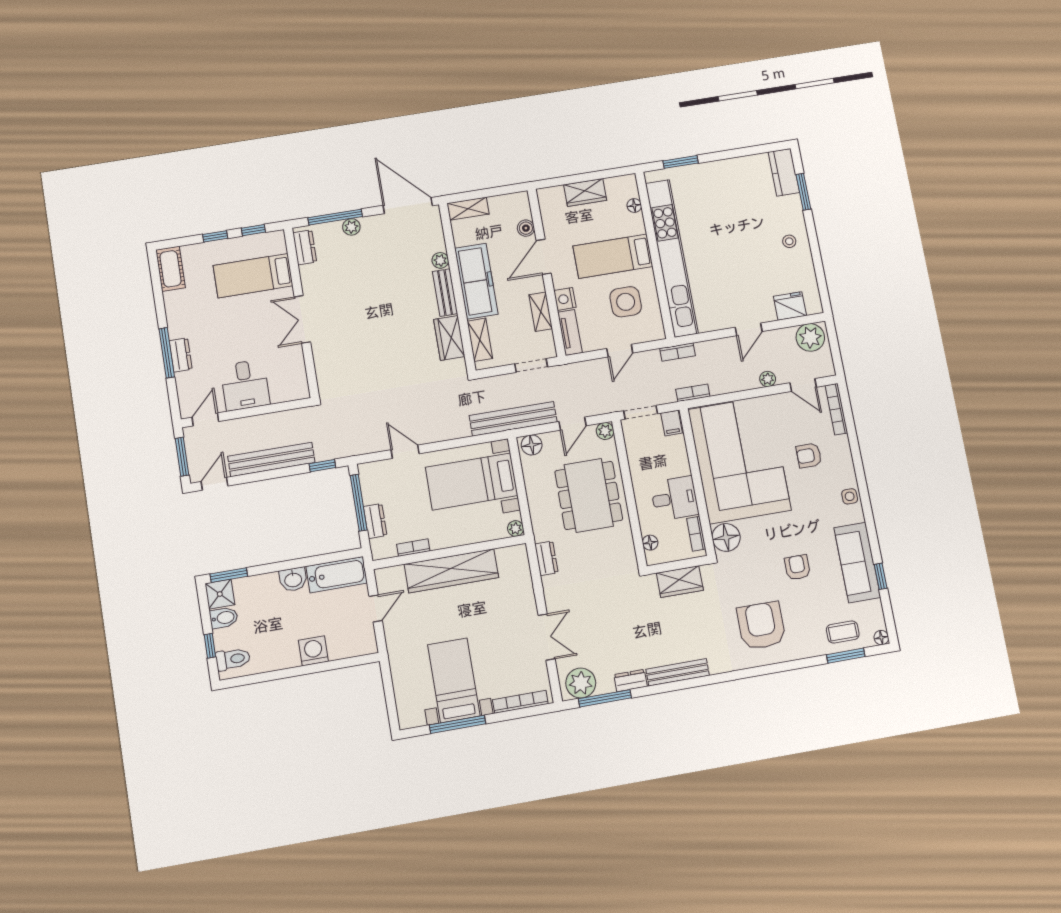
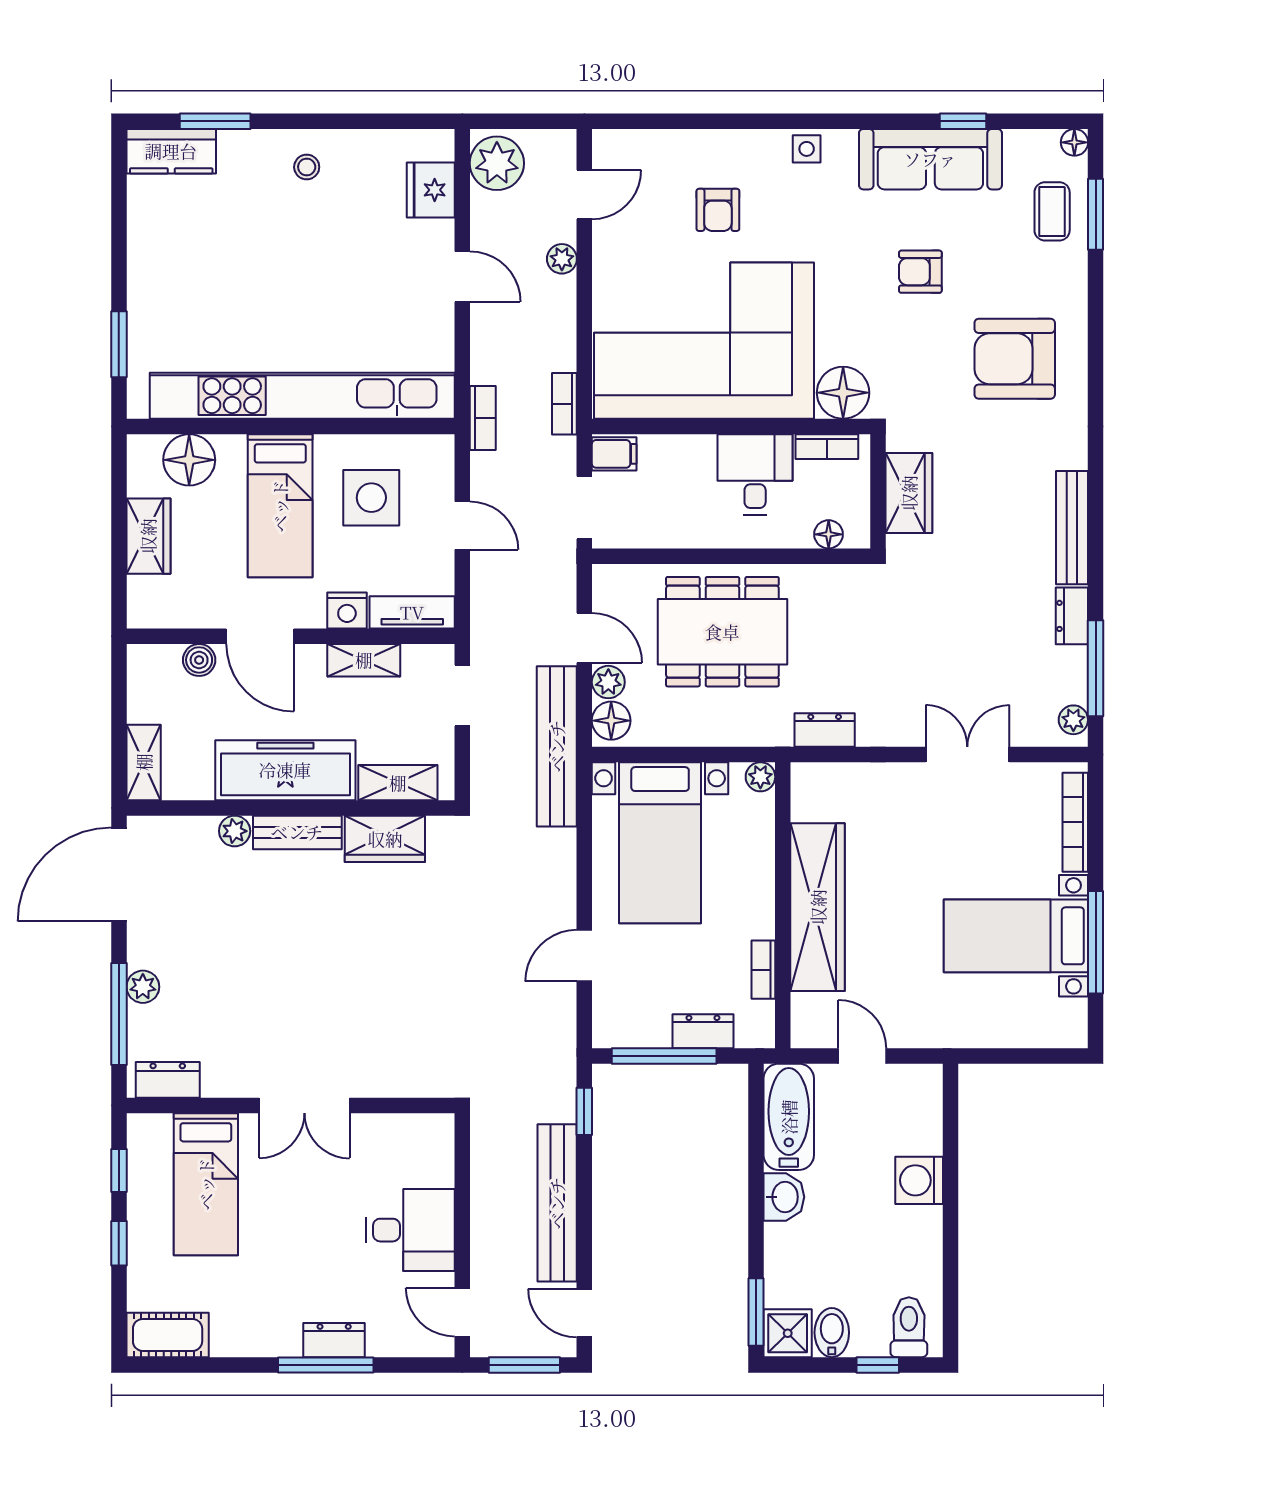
floor lamp: (634, 206) -> (189, 460), width x1.89, depth x1.89
bookcase: (836, 409) -> (640, 141), removed
plant: (605, 431) -> (608, 682), moved
plant: (581, 683) -> (1073, 720), width x0.53, depth x0.53

